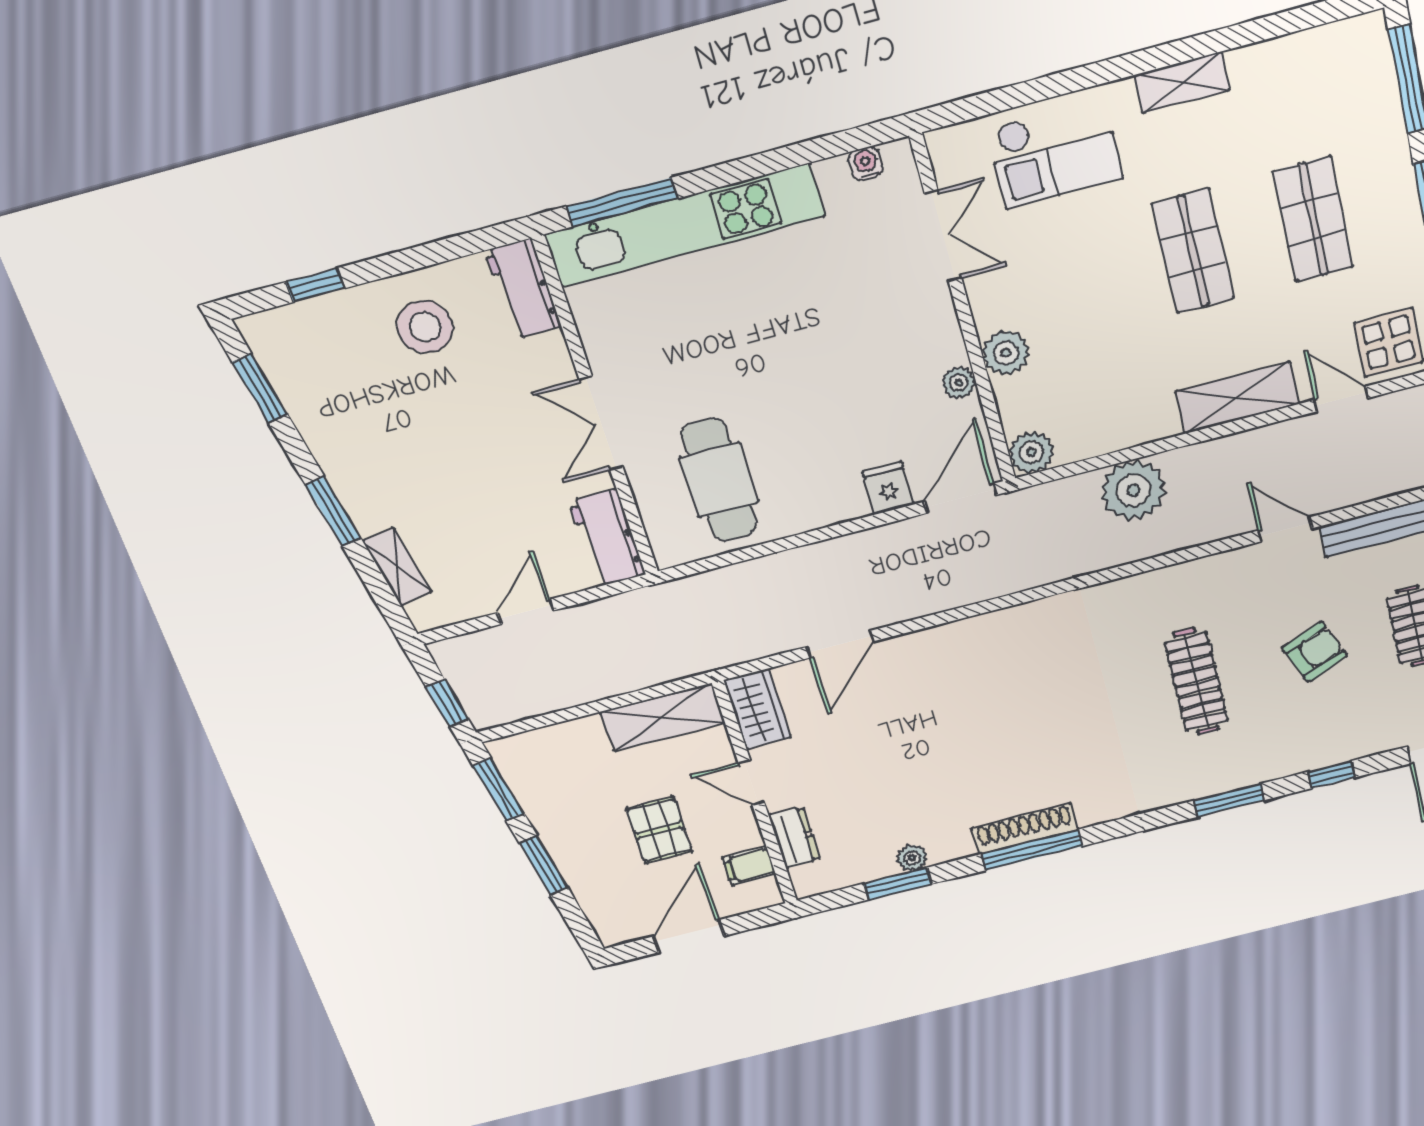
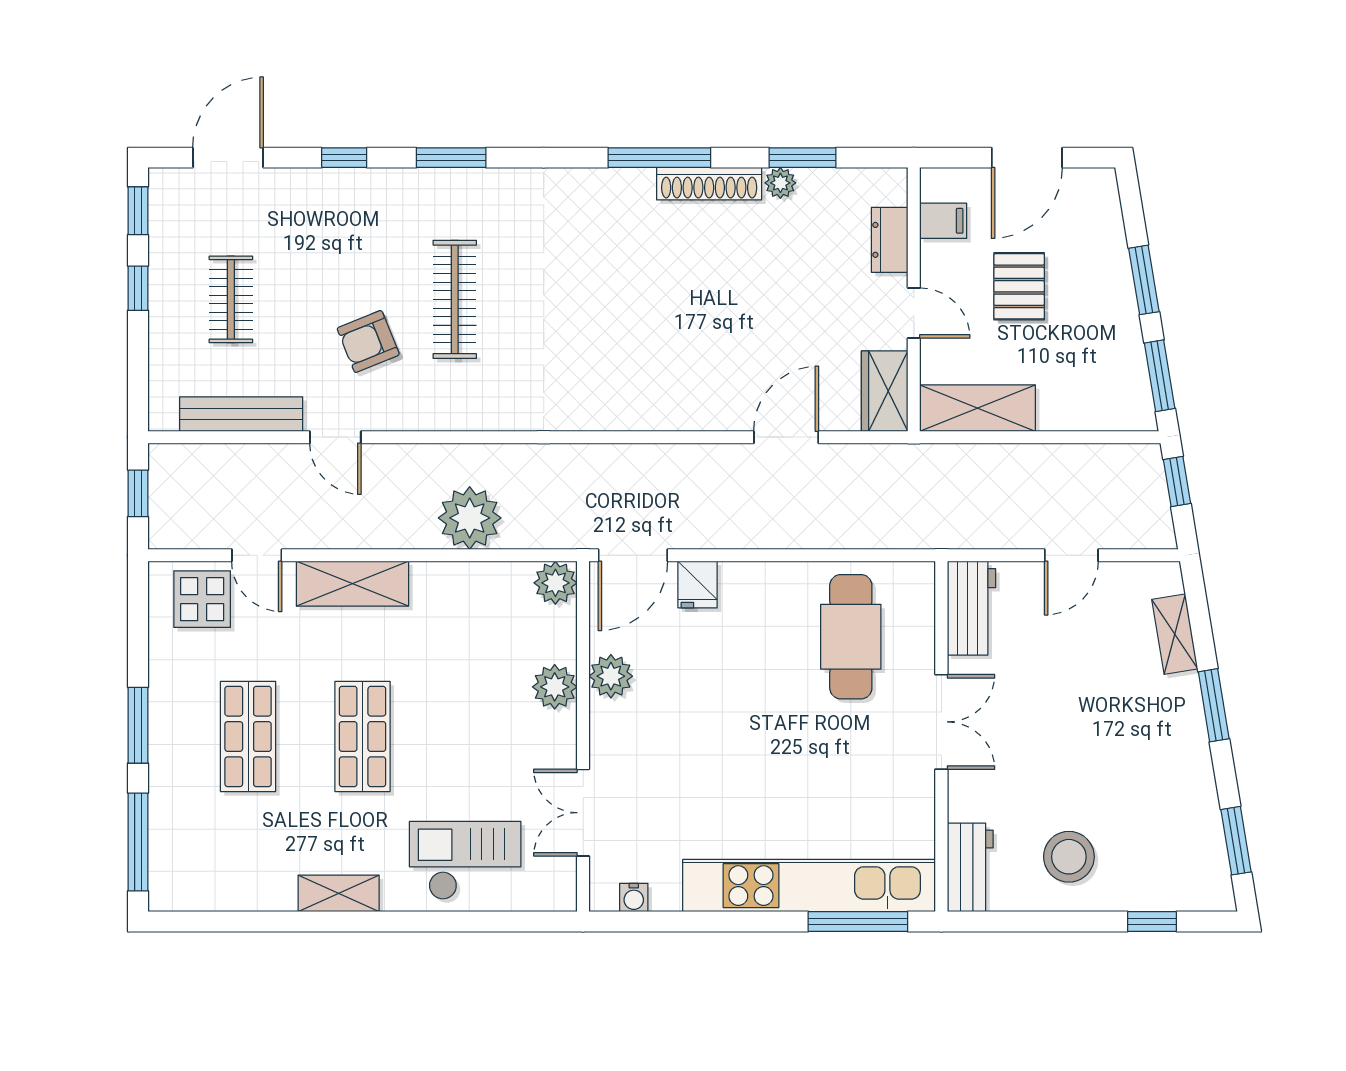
plant: (959, 382) -> (611, 676), width x1.38, depth x1.38
armchair: (1315, 652) -> (368, 341), moved
shoe rack: (1025, 829) -> (709, 184), moved

